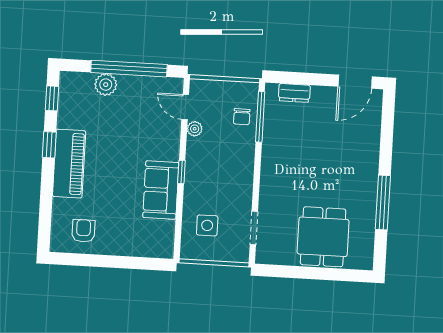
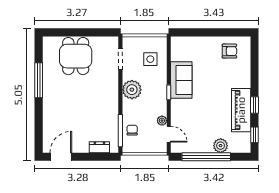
piano: (69, 164) -> (241, 110), moved
plant: (239, 180) -> (132, 90), added
armchair: (83, 231) -> (229, 51), turned -90

